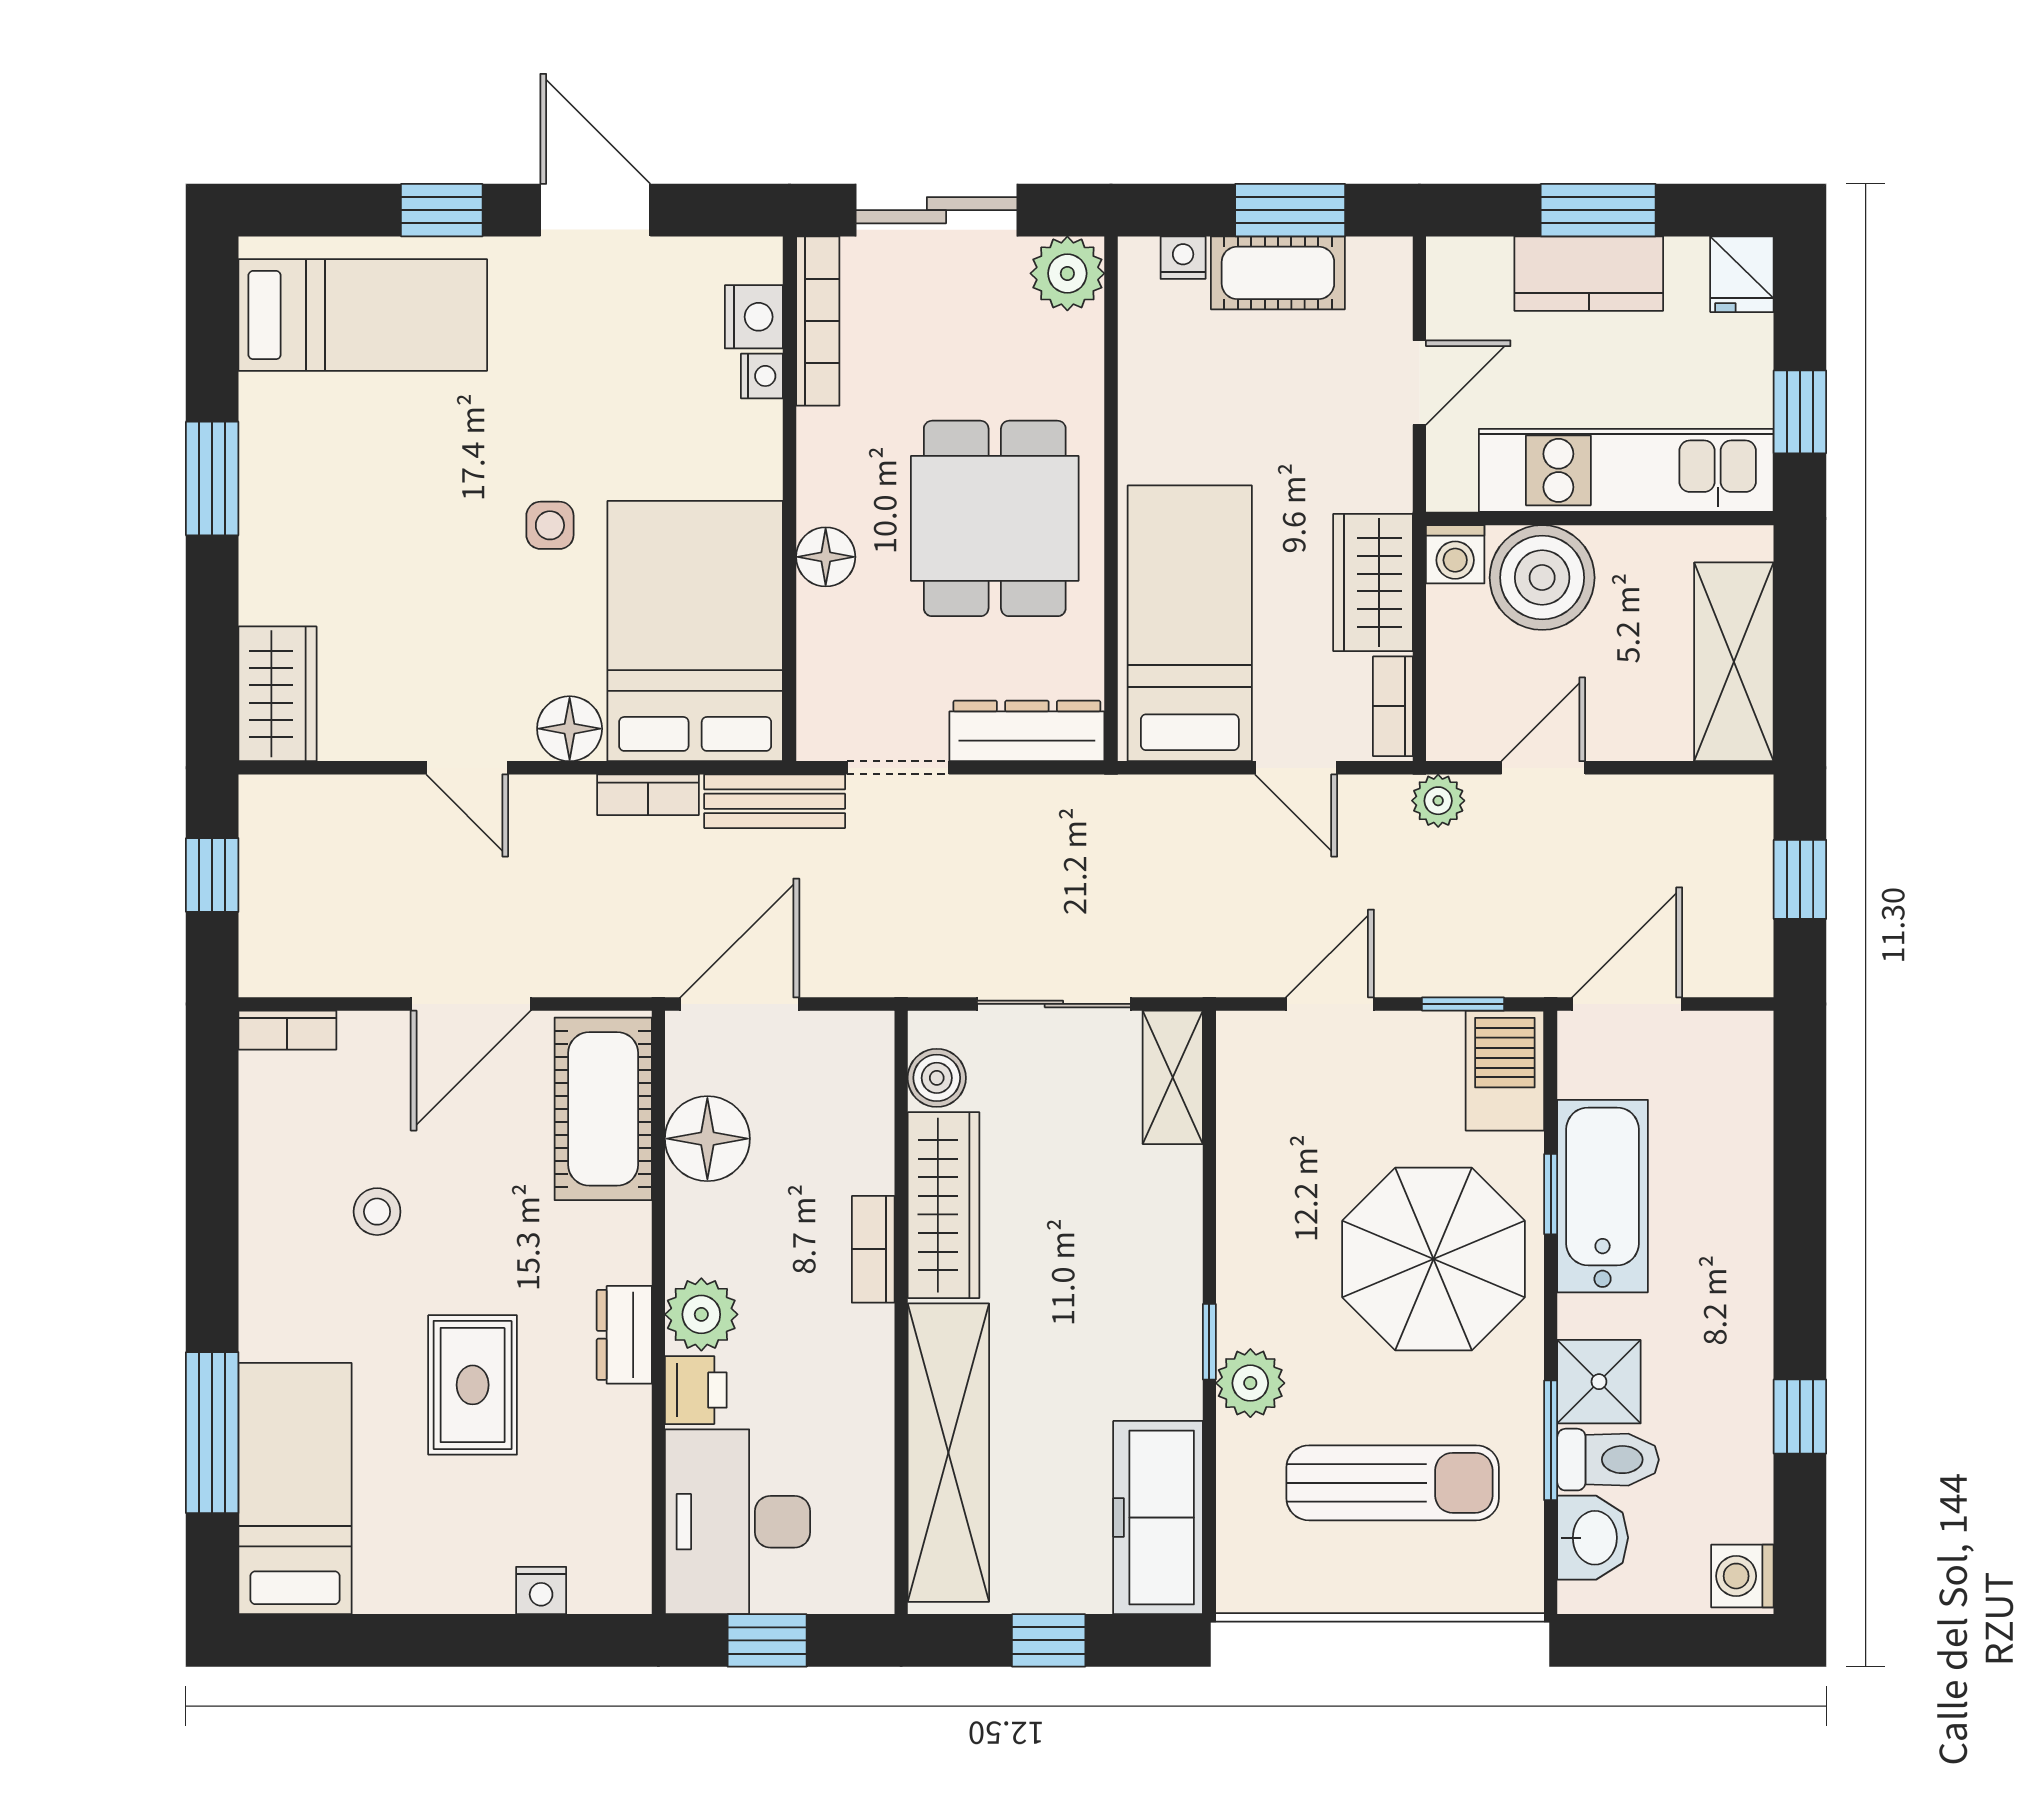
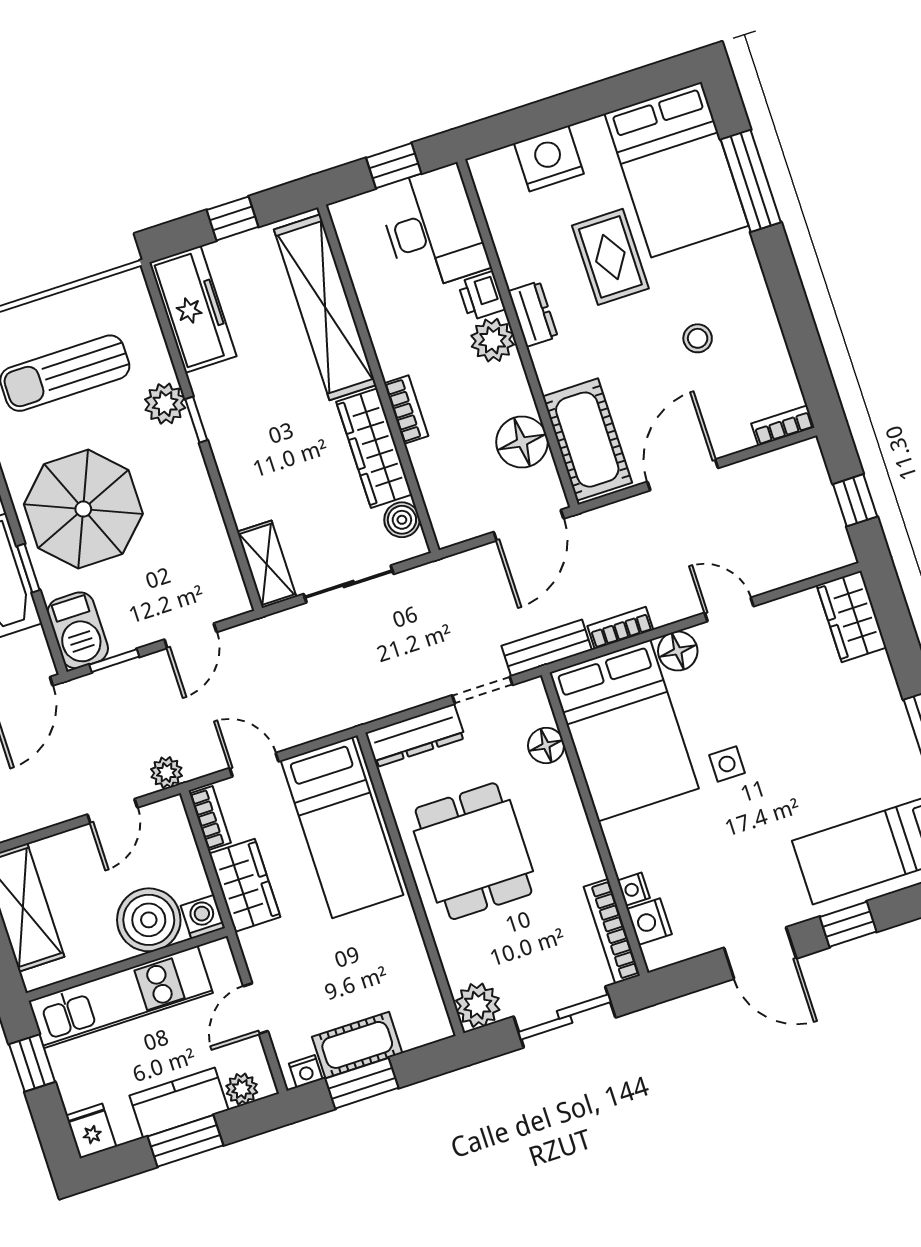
nightstand: (1183, 258) -> (306, 1071), moved
plant: (1483, 263) -> (242, 1089), added
floor lamp: (826, 557) -> (546, 745), moved
bed: (295, 1488) -> (677, 170), width x1.50
nightstand: (541, 1591) -> (549, 159), width x1.89, depth x1.79

